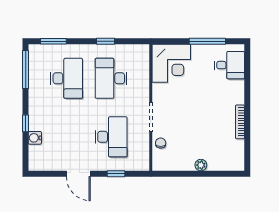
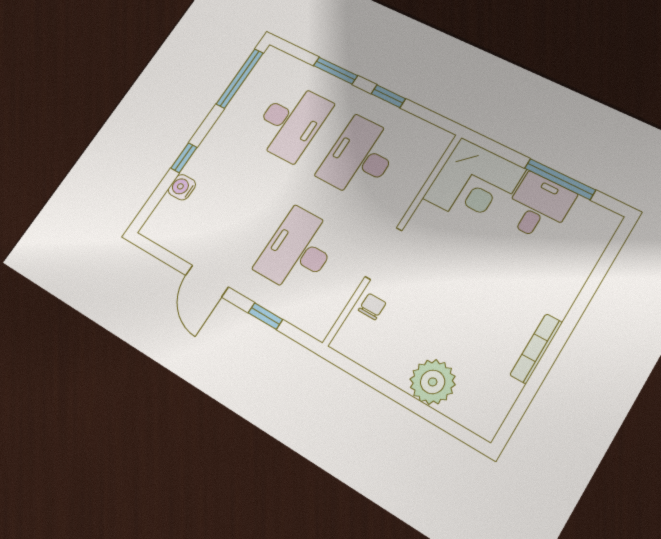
window: (53, 41) -> (335, 71), moved
desk: (229, 65) -> (538, 207), moved, turned -90
desk: (111, 137) -> (298, 250), turned 180
plant: (201, 165) -> (433, 382), width x1.87, depth x1.87

